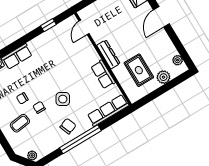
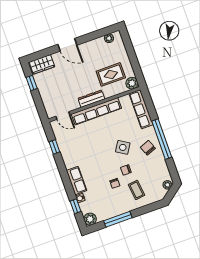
row of seats: (103, 74) -> (96, 111), width x2.02
plant: (163, 77) -> (132, 83), moved

